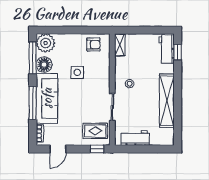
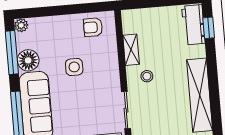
plant: (46, 43) -> (21, 25), width x0.53, depth x0.53
armchair: (93, 45) -> (93, 27), turned 180
shelving: (120, 45) -> (131, 50), moved

